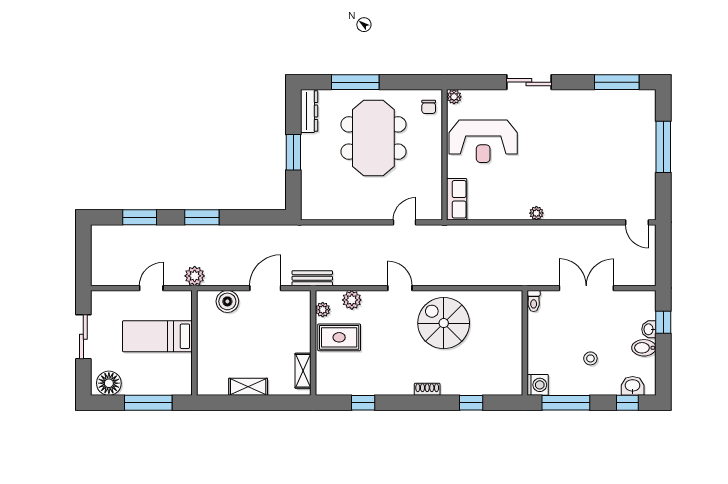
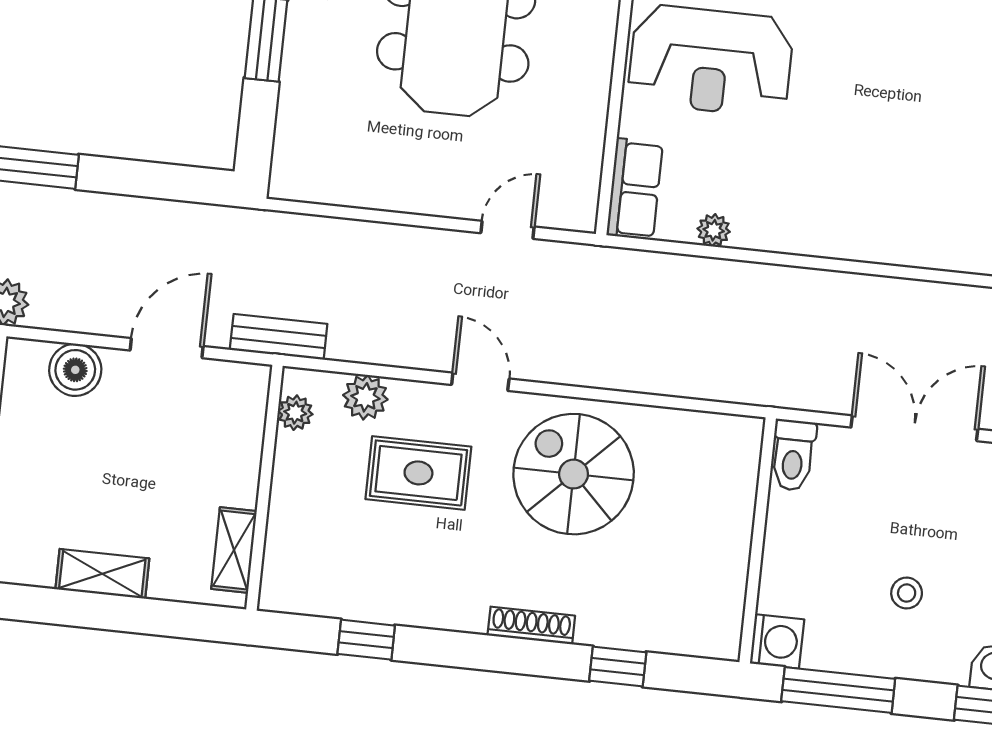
plant: (536, 213) -> (714, 230), moved
toilet: (534, 301) -> (793, 455), width x1.37, depth x1.39
rug: (339, 337) -> (418, 473), moved
shoe rack: (427, 389) -> (531, 626), width x1.43

